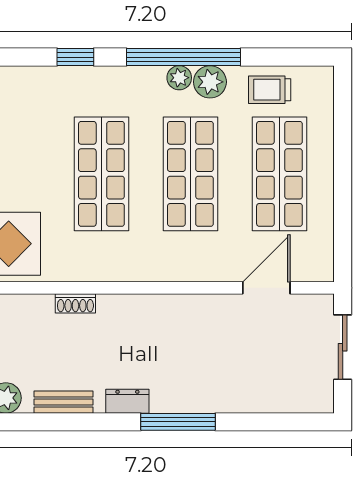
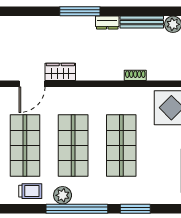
window: (75, 57) -> (135, 209), width x1.50
plant: (179, 78) -> (79, 197), removed
wardrobe: (214, 310) -> (60, 72), added
bench: (64, 402) -> (142, 22), width x1.36

